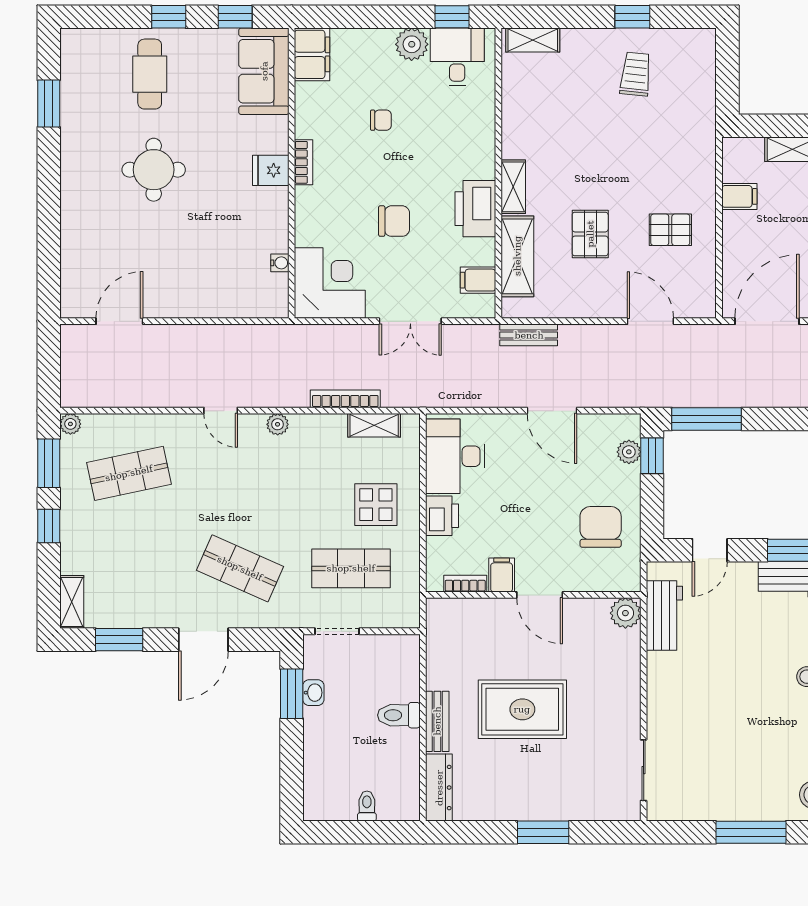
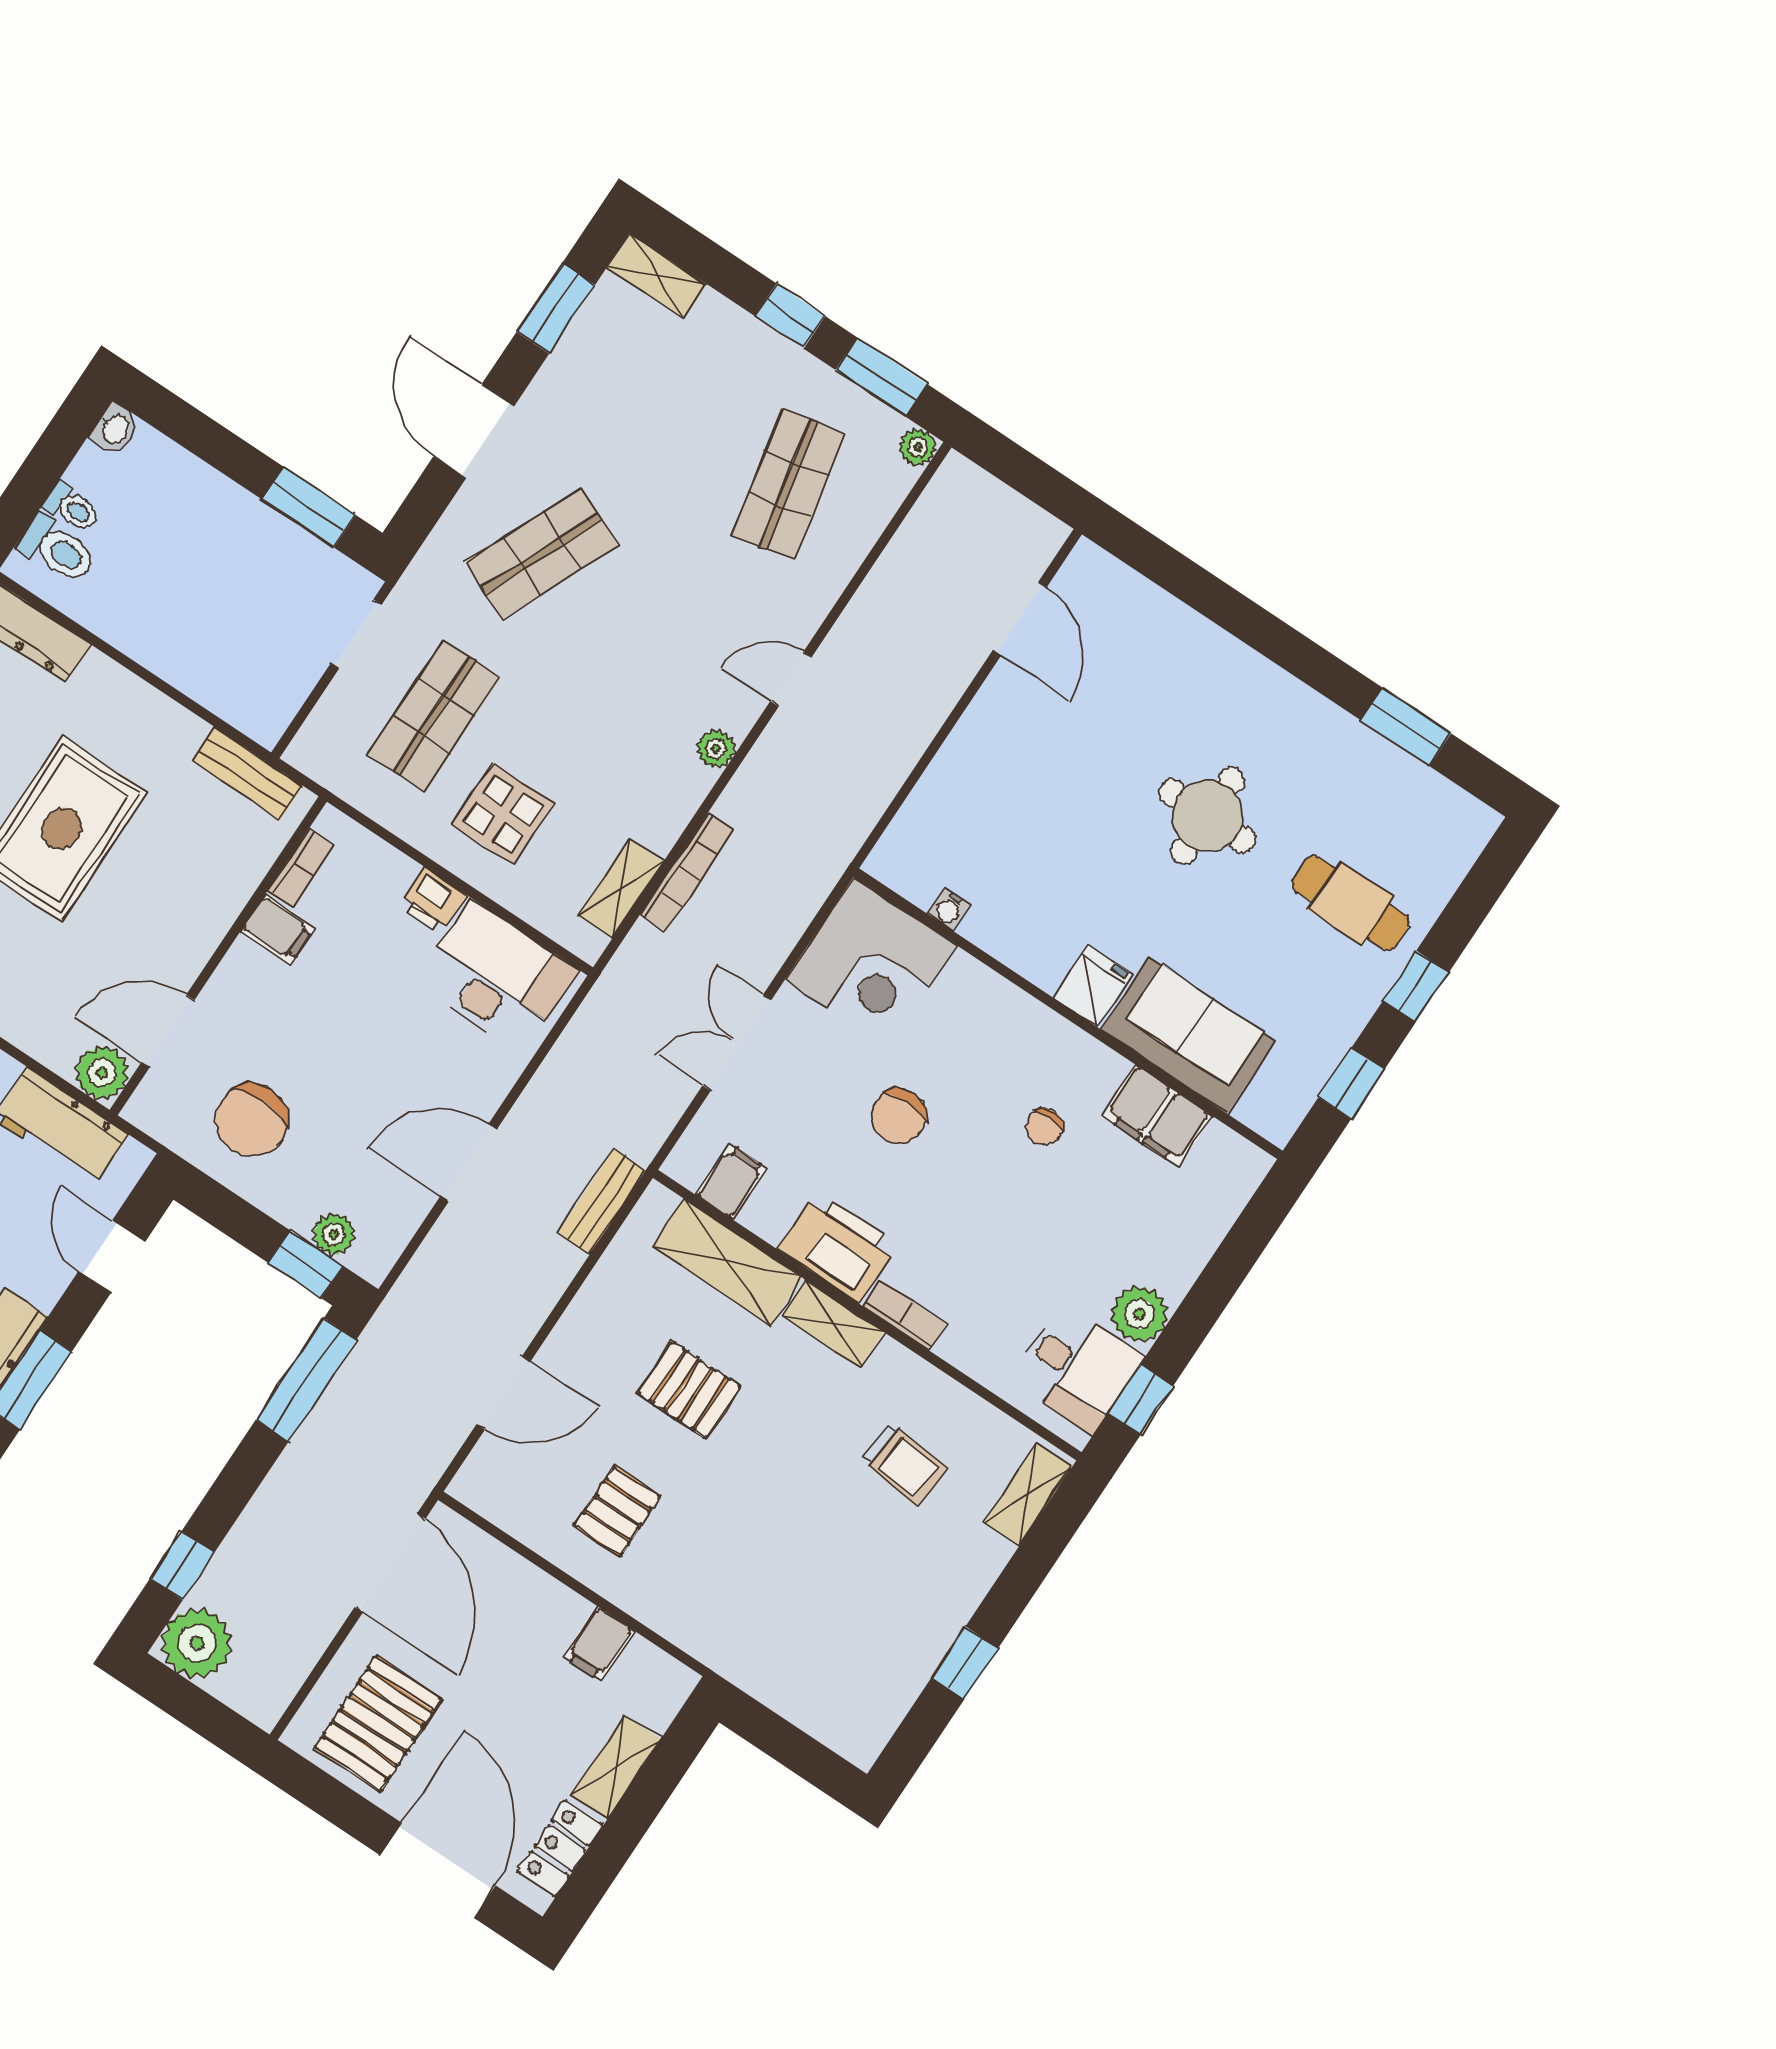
filing cabinet: (312, 54) -> (1157, 1116), moved
sofa: (264, 71) -> (1188, 1035), moved
trolley: (636, 74) -> (904, 1464), moved
chair: (381, 120) -> (1044, 1127), moved
bookcase: (304, 162) -> (904, 1315), moved, turned 180
printer: (442, 516) -> (433, 900), width x0.73, depth x0.81
chair: (601, 527) -> (252, 1120), turned 90
door: (540, 595) -> (168, 1031), moved
washbasin: (313, 693) -> (115, 429), moved, turned -90
toilet: (399, 715) -> (57, 549), moved, turned 90
bench: (437, 721) -> (248, 773), moved

